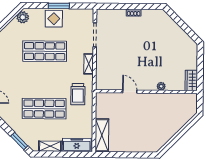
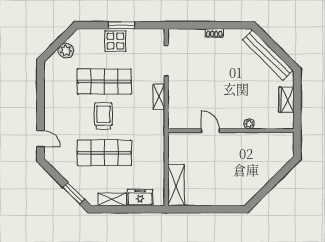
plant: (23, 17) -> (66, 51), moved
bench: (177, 31) -> (268, 55), added
wardrobe: (191, 80) -> (286, 100), moved
trolley: (78, 94) -> (103, 116), moved, turned 180
freezer: (77, 145) -> (140, 198), width x0.71

